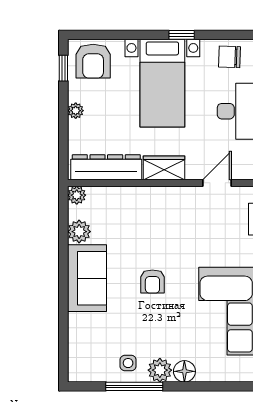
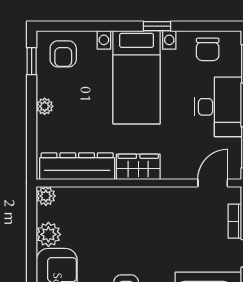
chair: (230, 57) -> (208, 49), turned -92
armchair: (93, 61) -> (63, 54), width x0.72, depth x0.72
door: (217, 183) -> (213, 183), moved

